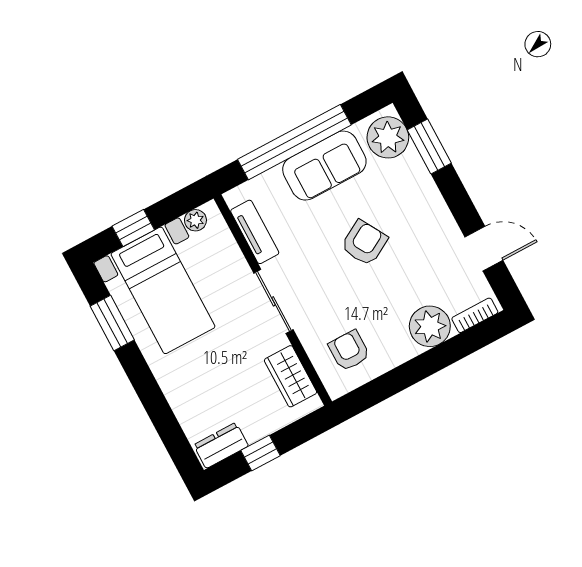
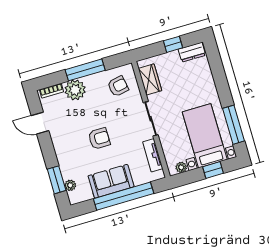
plant: (388, 137) -> (70, 185), width x0.53, depth x0.53
armchair: (364, 243) -> (99, 138), turned -150
window: (112, 323) -> (233, 125), width x1.44
armchair: (349, 351) -> (118, 86), turned -101
window: (419, 369) -> (85, 70), added

